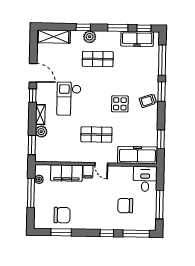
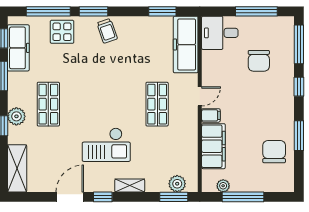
display table: (120, 104) -> (62, 32), moved
plant: (41, 132) -> (177, 184), moved
window: (61, 232) -> (299, 136), moved

